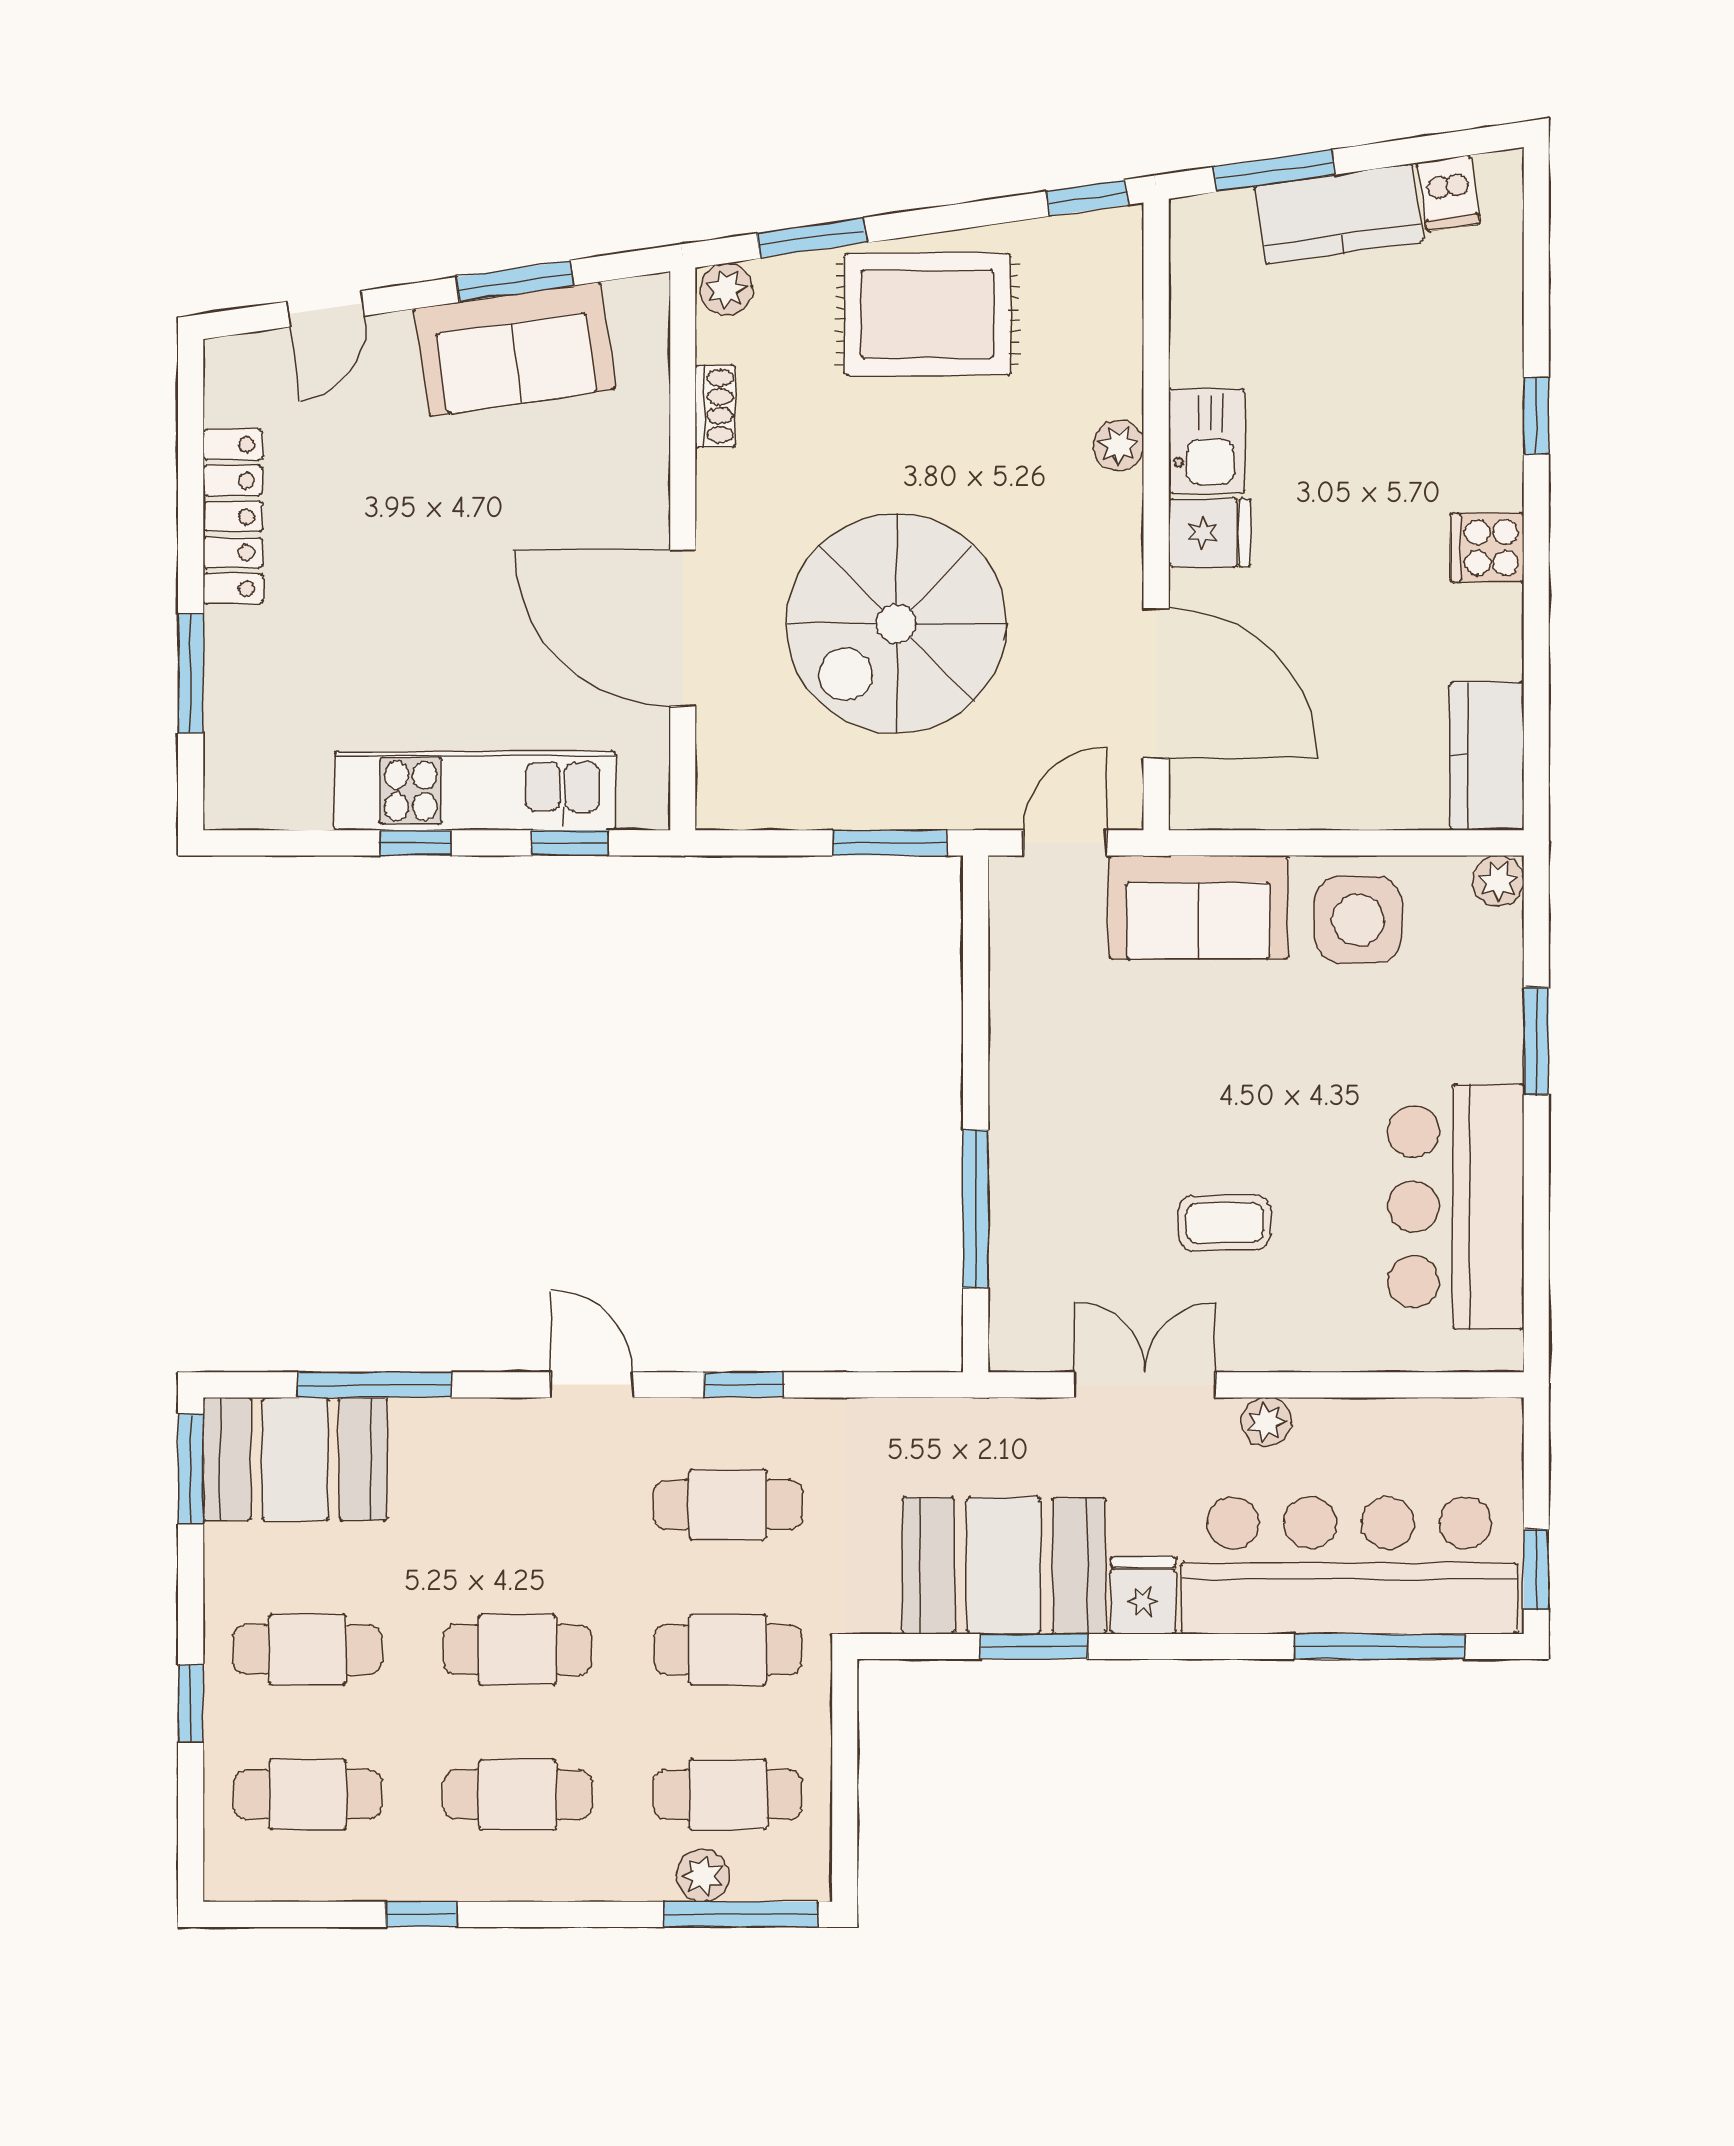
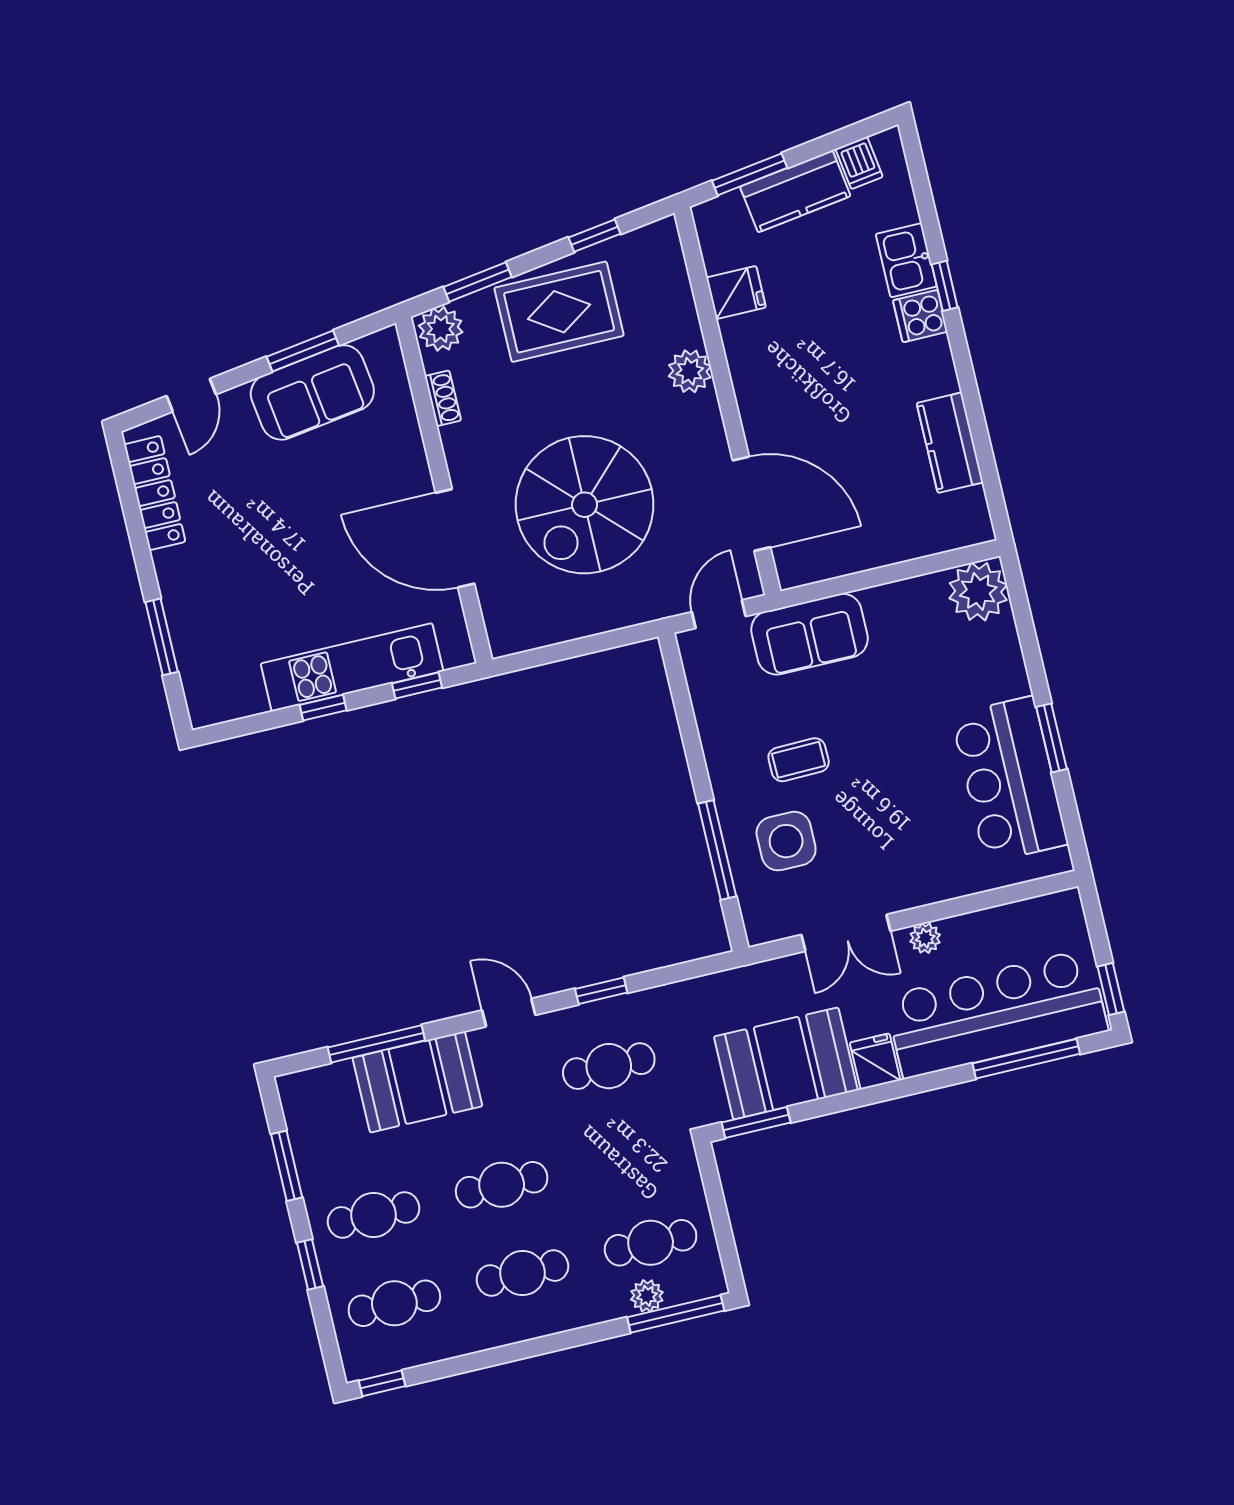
window: (1087, 198) -> (595, 236), moved
plant: (726, 289) -> (441, 329), width x1.38, depth x1.38
kitchen sink: (1207, 441) -> (906, 260), moved, turned 180
plant: (1118, 445) -> (690, 371), width x1.38, depth x1.38
locker: (233, 517) -> (155, 493), moved
fridge: (1210, 533) -> (736, 292), moved
cooker: (1487, 548) -> (920, 316), moved
kitchen counter: (1487, 756) -> (950, 443), moved
window: (890, 843) -> (612, 639), removed
plant: (1498, 881) -> (978, 592), width x1.88, depth x1.88
side table: (1358, 920) -> (786, 841), moved
window: (1536, 1041) -> (1052, 738), moved
coffee table: (1225, 1223) -> (799, 760), moved
double door: (1145, 1385) -> (846, 933), swing flipped
booth: (295, 1459) -> (417, 1082), moved
window: (191, 1469) -> (287, 1166), moved
window: (1034, 1646) -> (756, 1123), moved
cafe table: (728, 1650) -> (630, 1154), removed
window: (421, 1914) -> (382, 1383), moved

